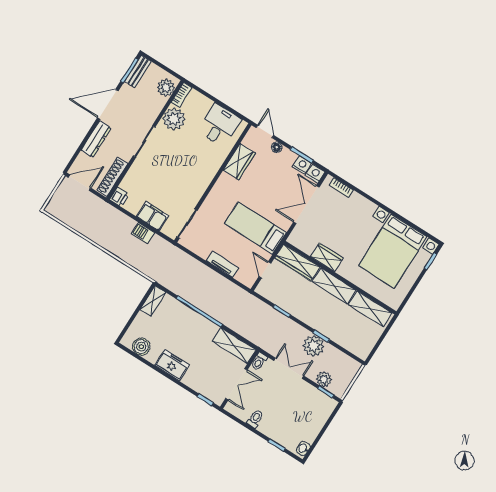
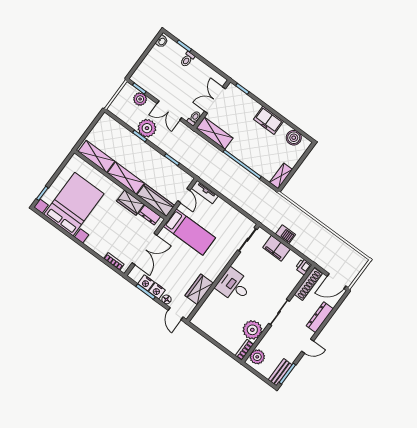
door: (108, 104) -> (308, 346), width x0.53
desk: (219, 125) -> (234, 286), moved, turned 90
nightstand: (315, 174) -> (157, 291), moved
dresser: (303, 245) -> (150, 215), added
tv unit: (223, 264) -> (205, 192), moved
toilet: (255, 419) -> (187, 59), moved

